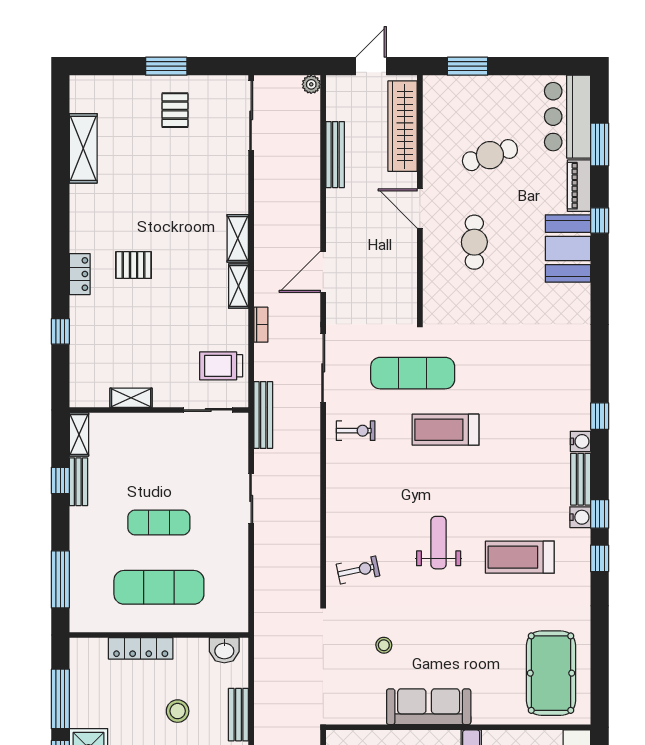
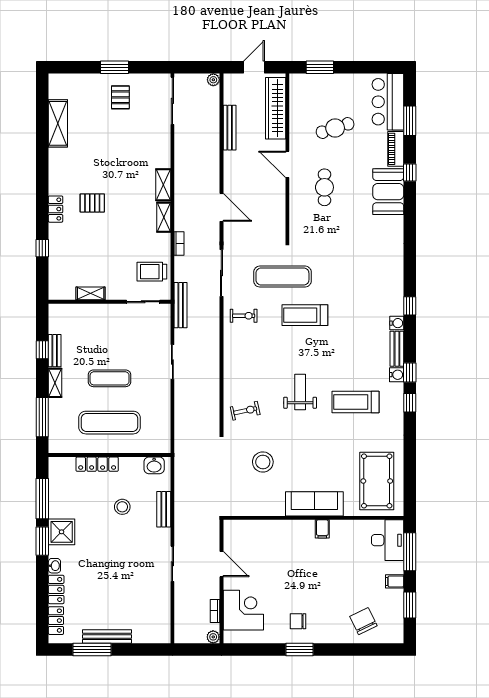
door: (323, 272) -> (221, 207), swing flipped
shelving: (79, 434) -> (55, 383), moved
stool: (384, 645) -> (263, 462), width x1.89, depth x1.89
sofa: (429, 707) -> (314, 504), moved

